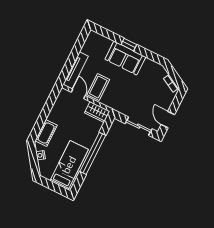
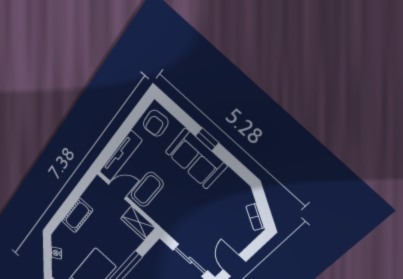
armchair: (95, 43) -> (156, 123), added
door: (78, 94) -> (118, 190), hinge flipped
cot: (46, 133) -> (77, 215), moved

